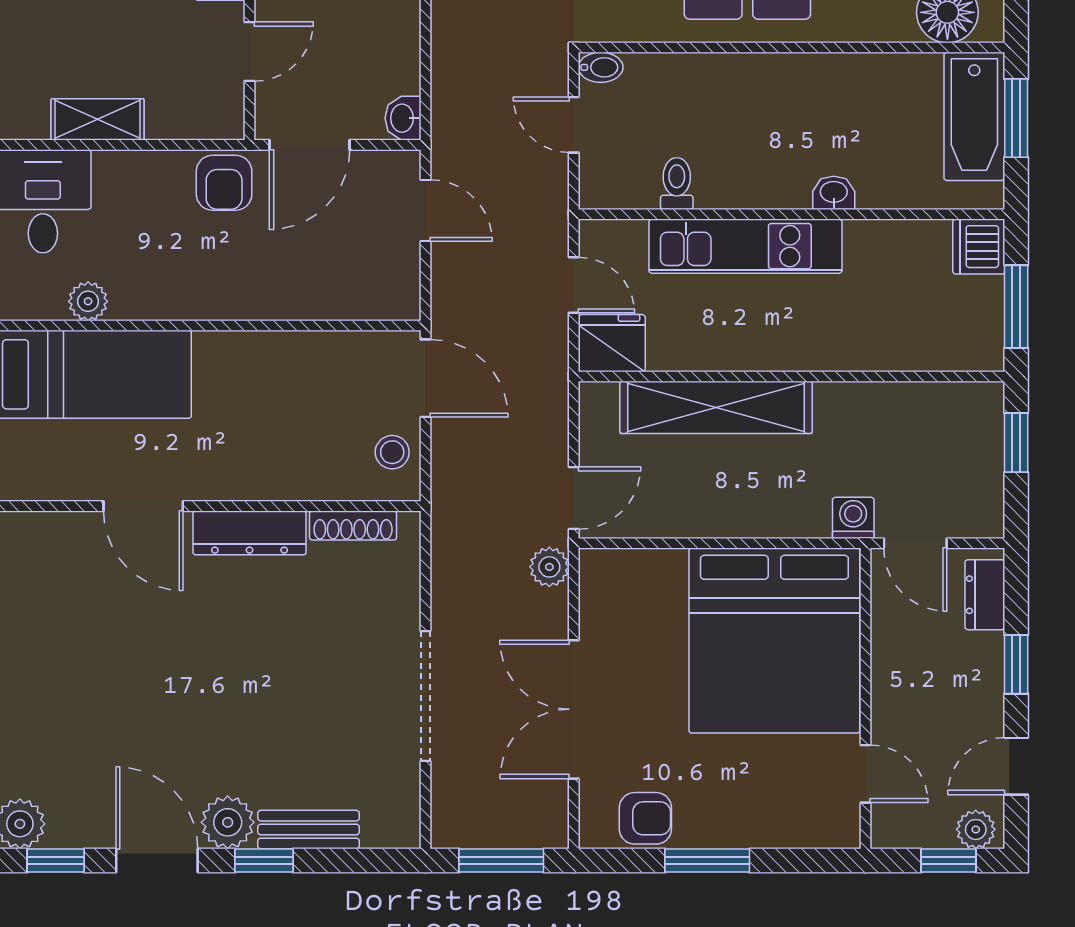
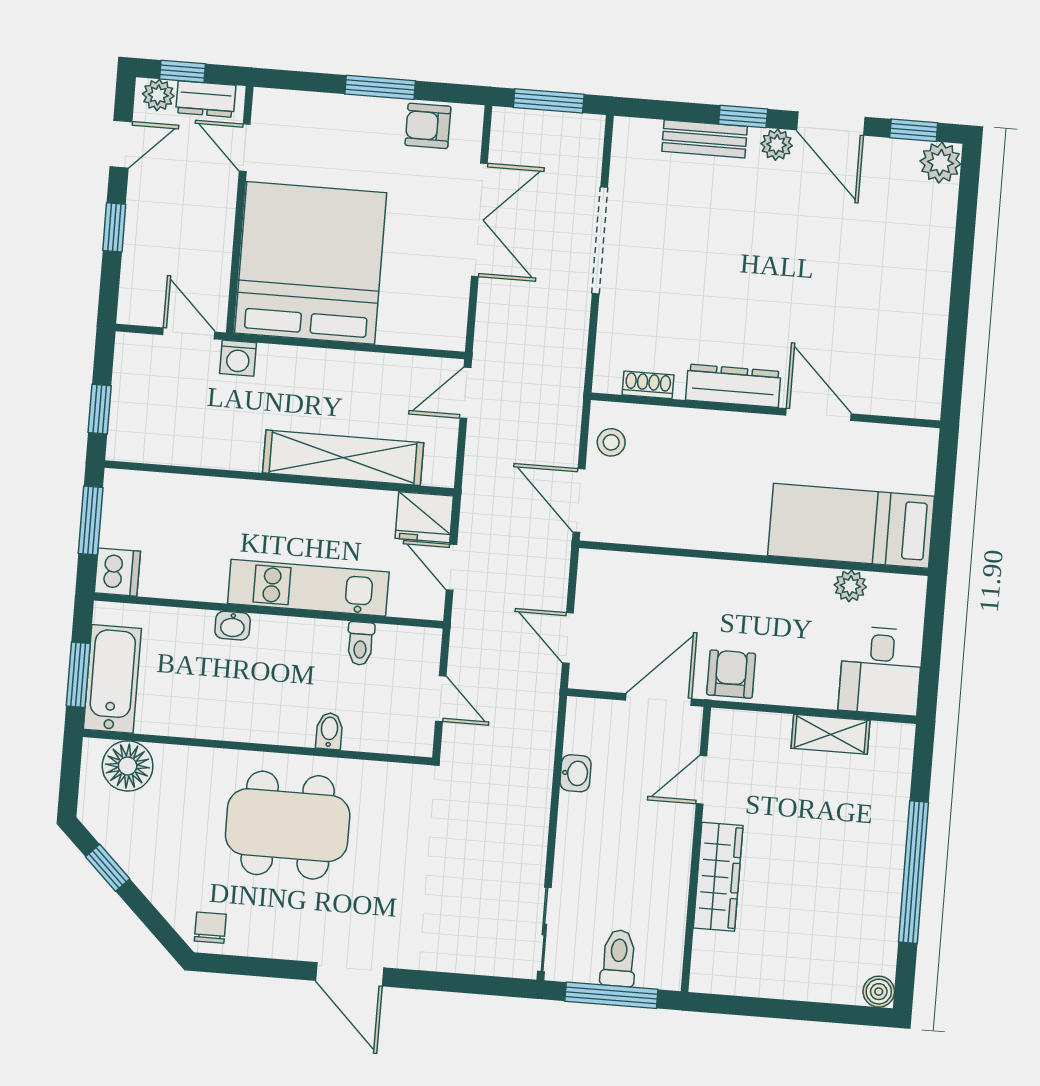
bidet: (601, 67) -> (329, 731), moved, turned 90
washbasin: (403, 118) -> (576, 773), moved
shoe rack: (353, 525) -> (648, 385), width x0.70
plant: (549, 567) -> (490, 338), removed
dresser: (985, 595) -> (206, 99), moved, turned 90
plant: (228, 822) -> (777, 145), width x0.73, depth x0.73

